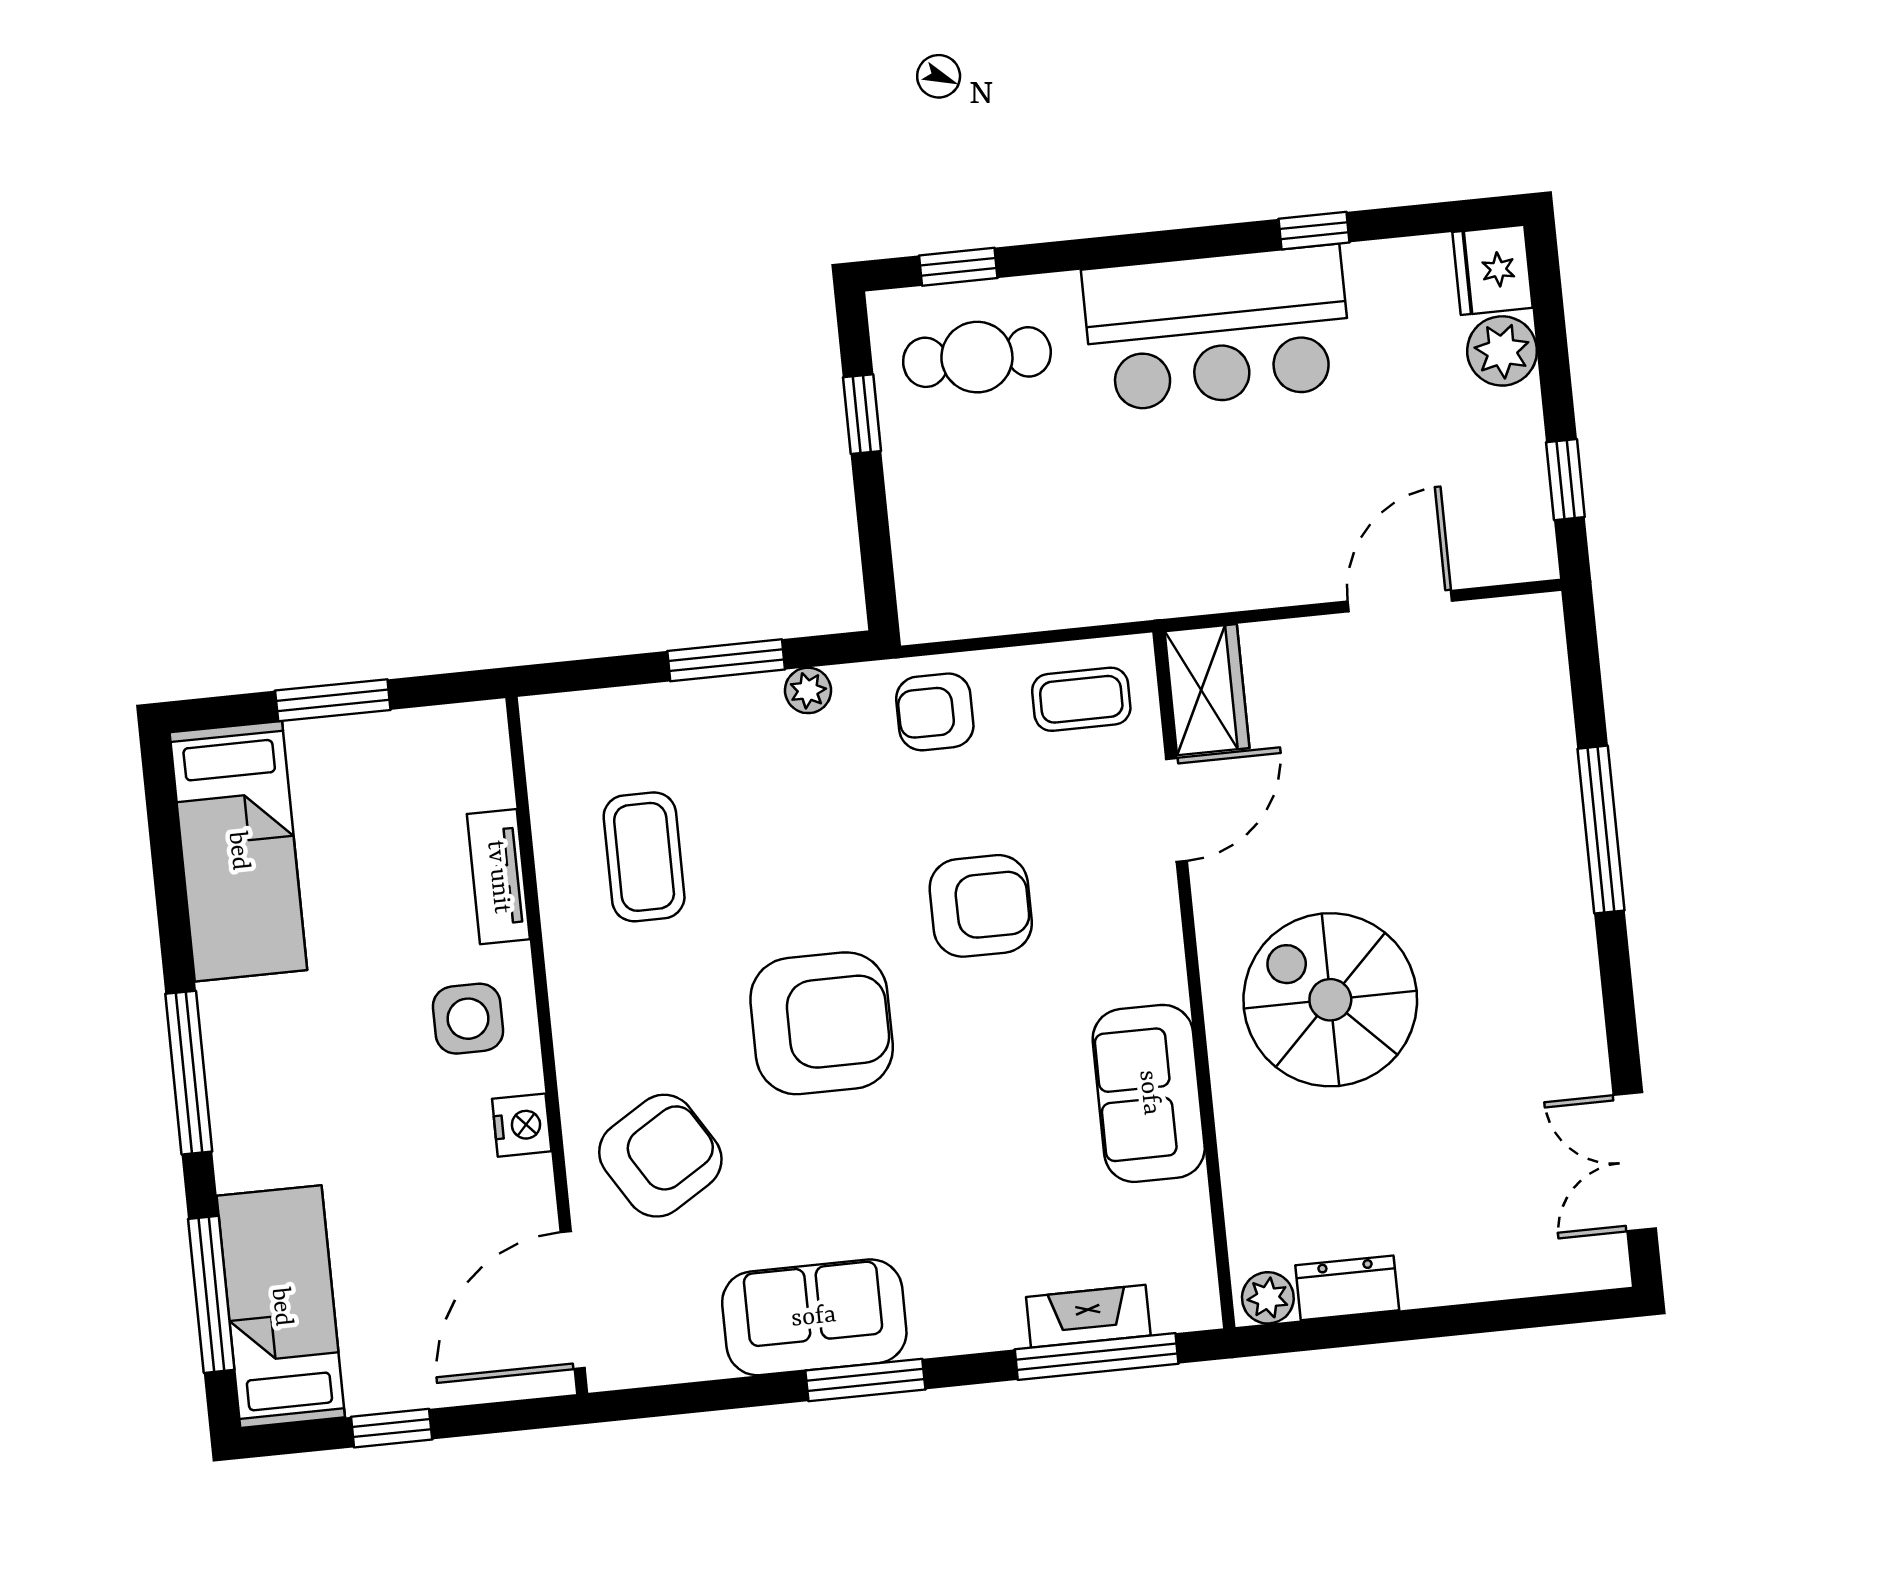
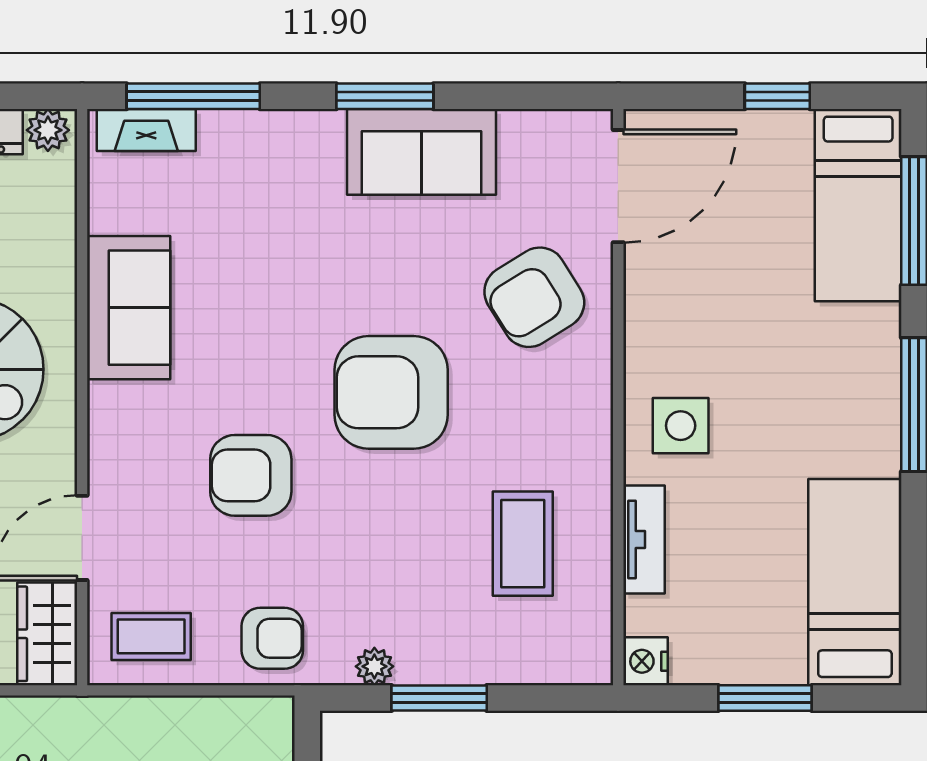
nightstand: (522, 1125) -> (645, 661), moved
fireplace: (1088, 1316) -> (146, 130), moved

